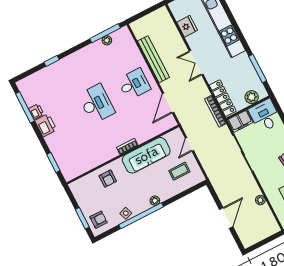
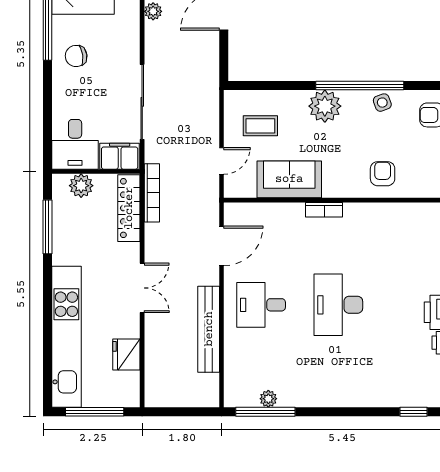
window: (52, 61) -> (414, 412), moved
sofa: (146, 155) -> (289, 179), width x0.73
plant: (155, 201) -> (325, 106), width x1.87, depth x1.87

